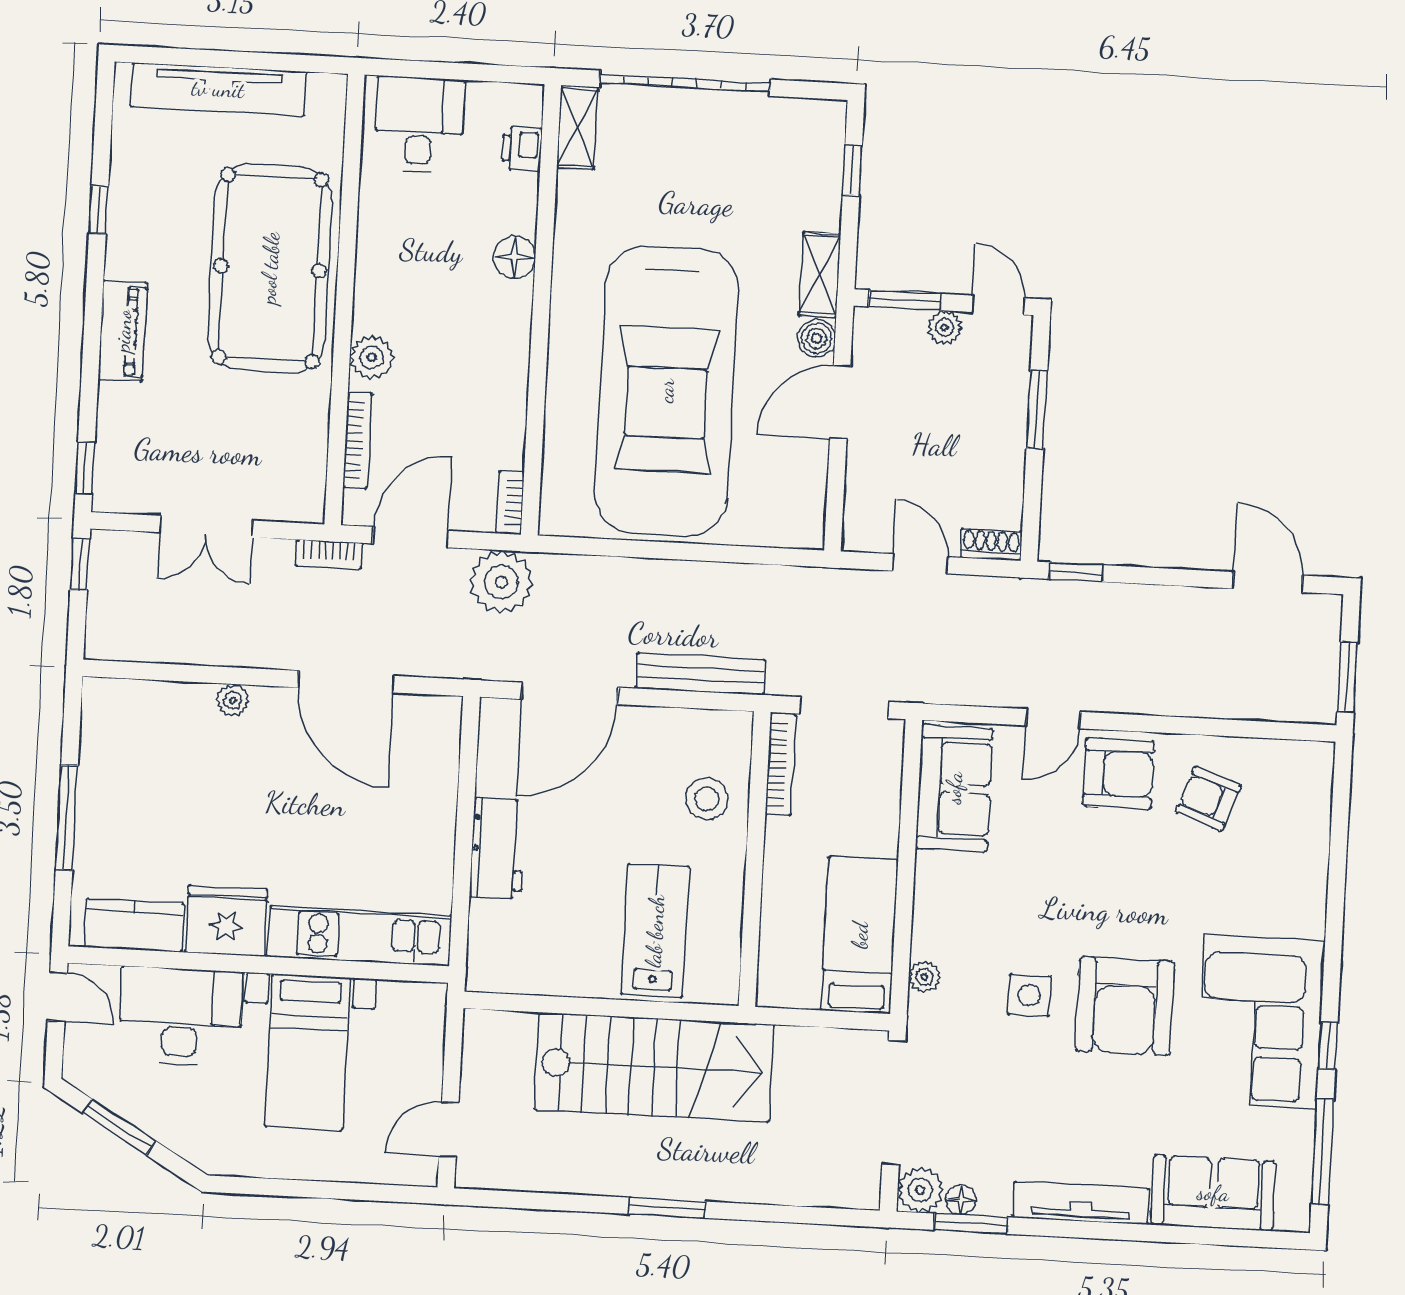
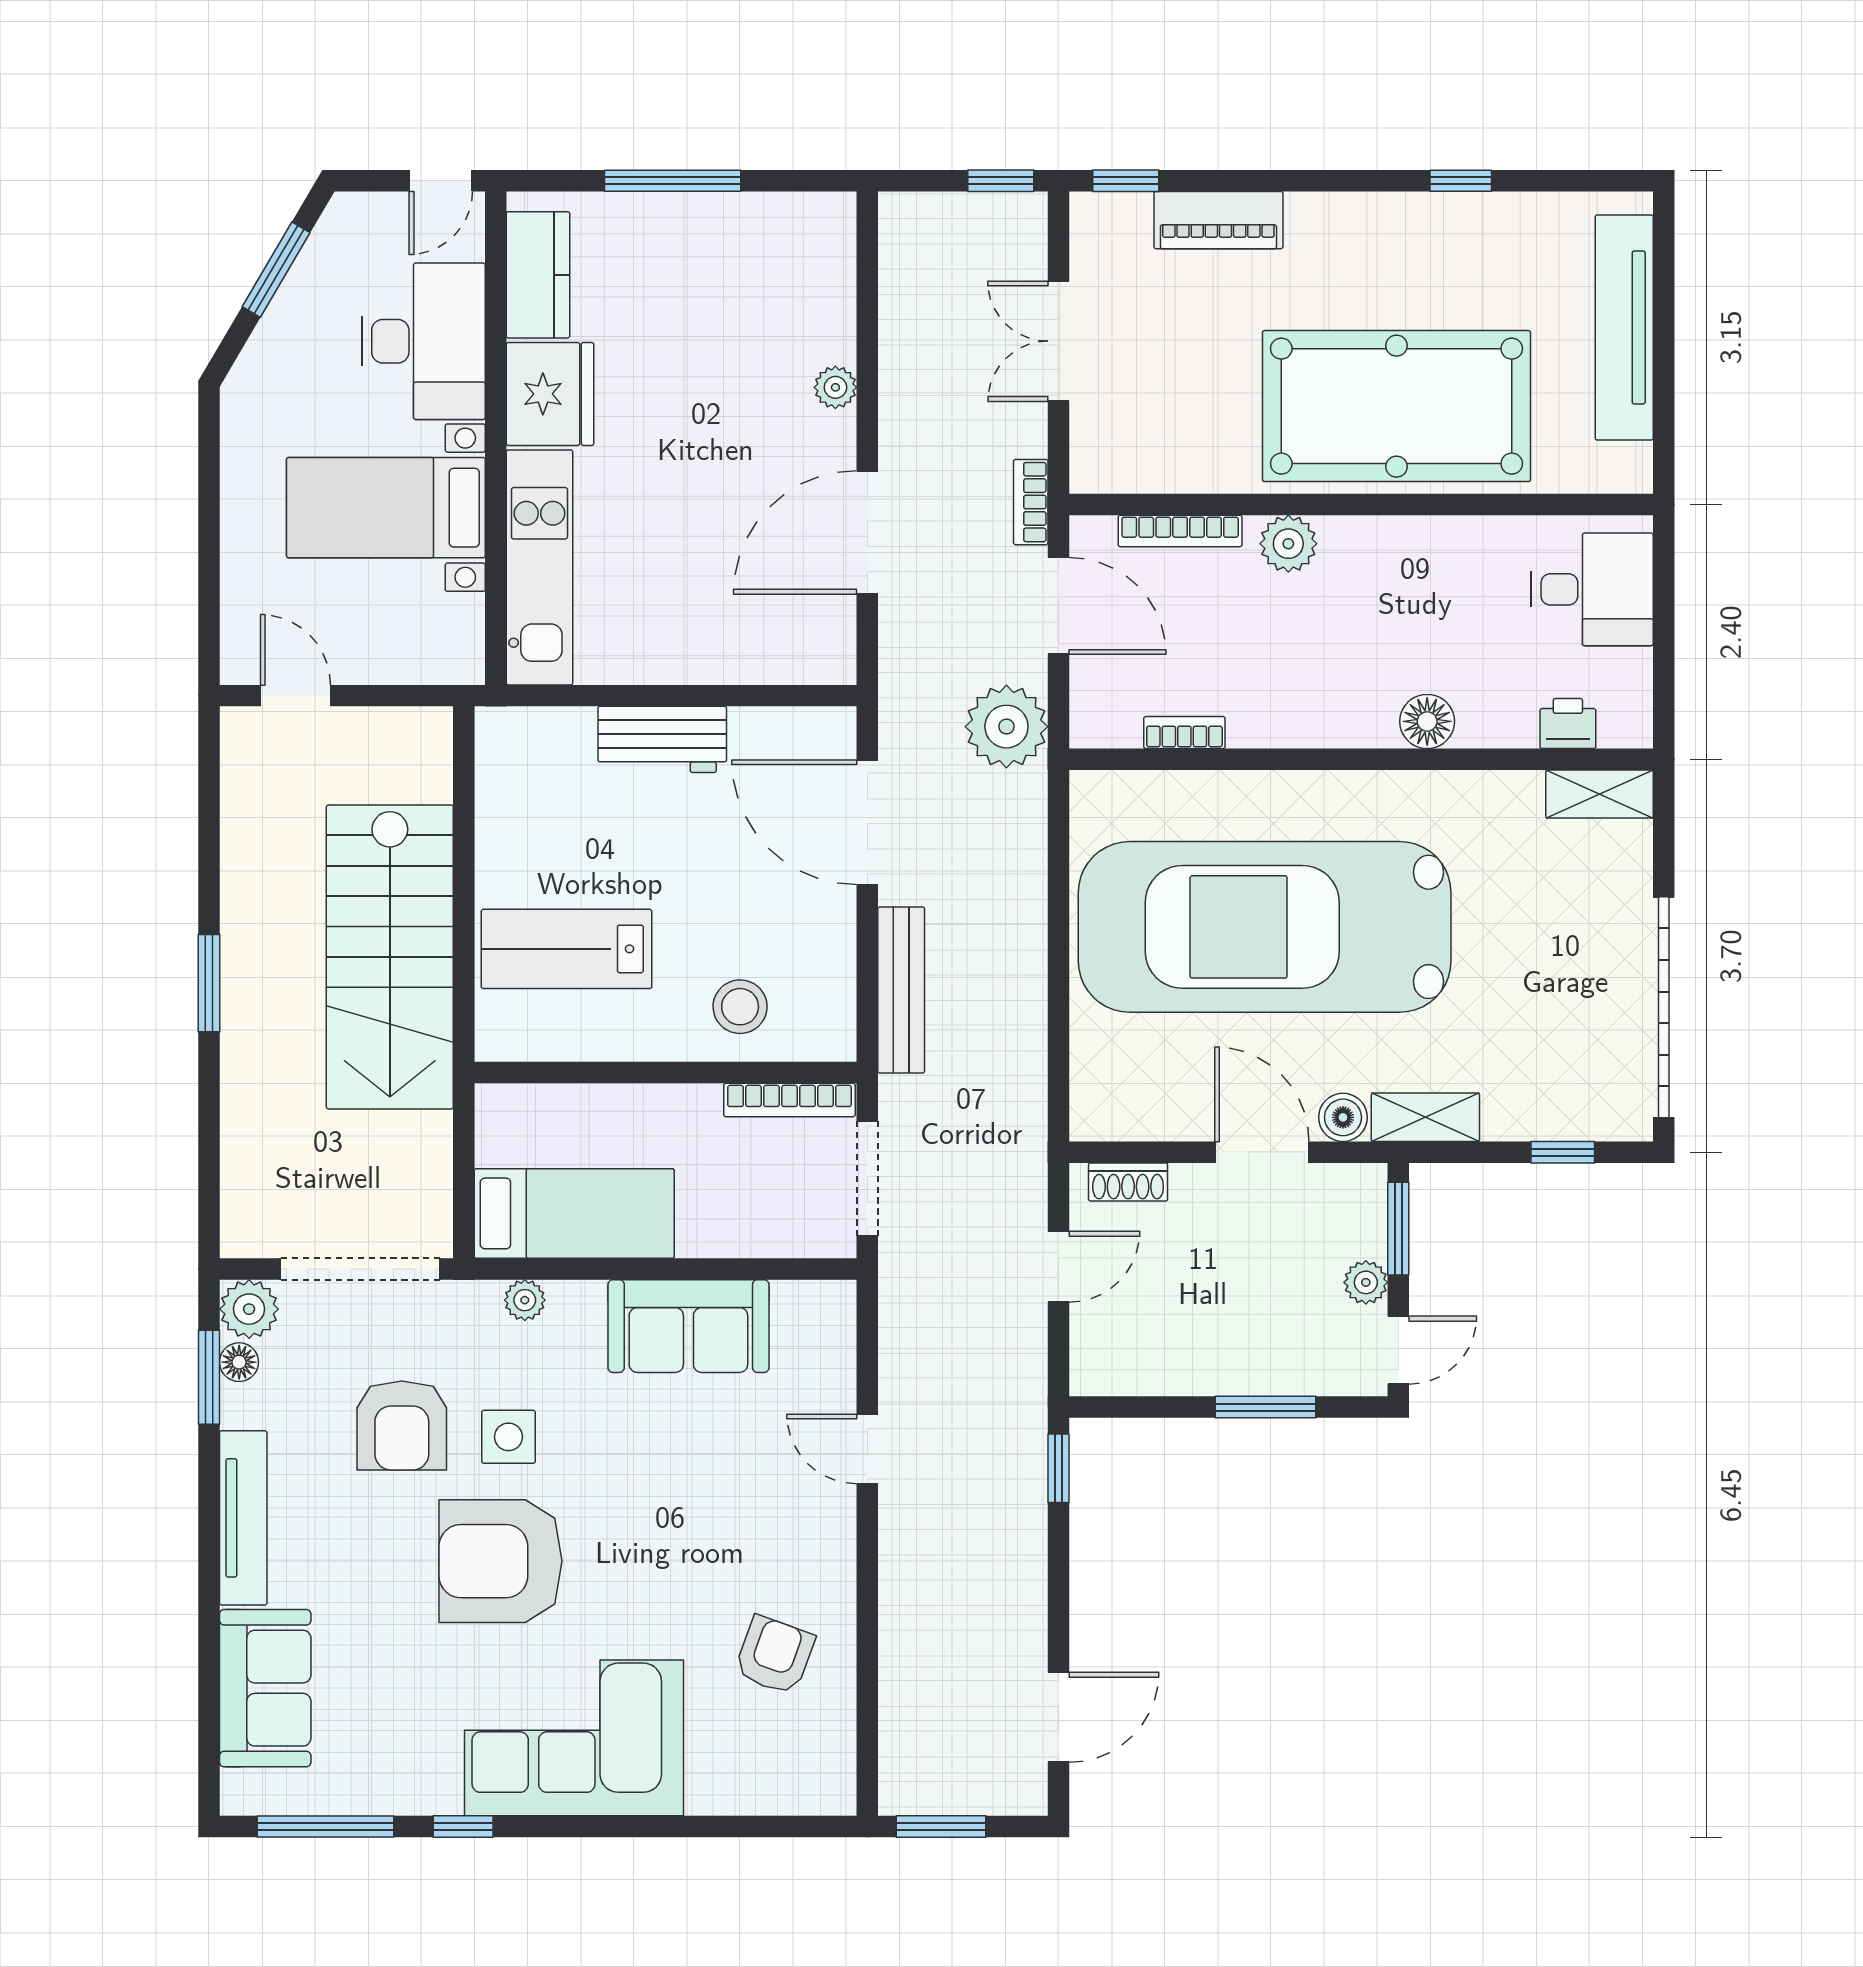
garage door: (685, 83) -> (1664, 1007), moved
piano: (123, 331) -> (1218, 220), moved
bookcase: (510, 503) -> (1184, 733), moved
shoe rack: (991, 545) -> (1128, 1182), moved, turned 90
armchair: (1118, 774) -> (402, 1425), moved
sofa: (954, 788) -> (688, 1326), moved
lab bench: (655, 931) -> (567, 949), turned 180
corner sofa: (1261, 1021) -> (574, 1738), moved

